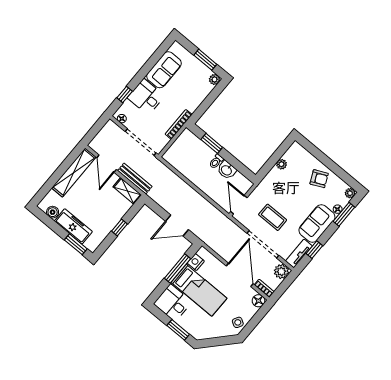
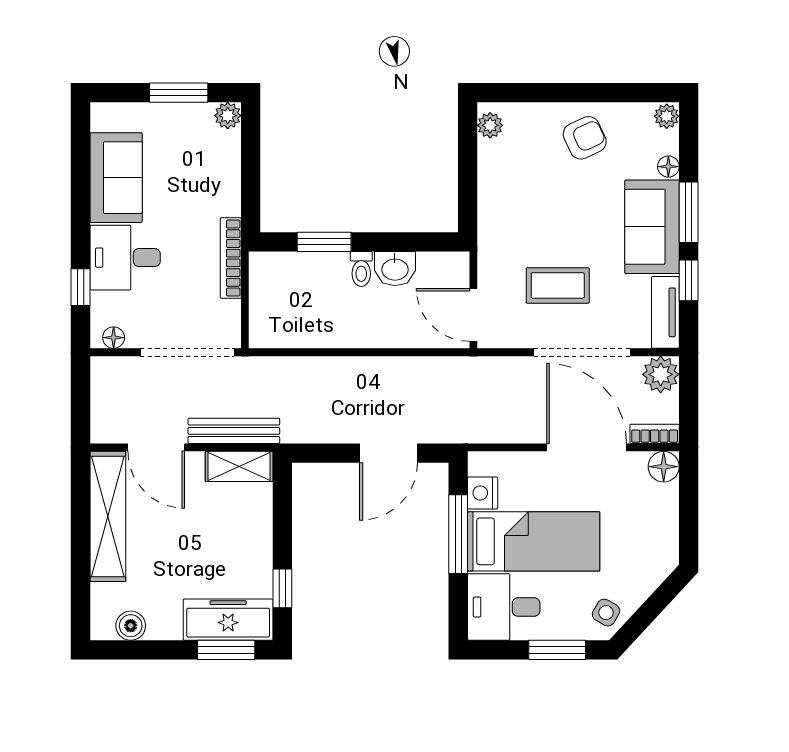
plant: (282, 164) -> (490, 125), moved
window: (344, 214) -> (689, 212), moved
freezer: (73, 226) -> (228, 620), moved
window: (119, 228) -> (282, 588), moved
side table: (238, 322) -> (606, 613), moved

